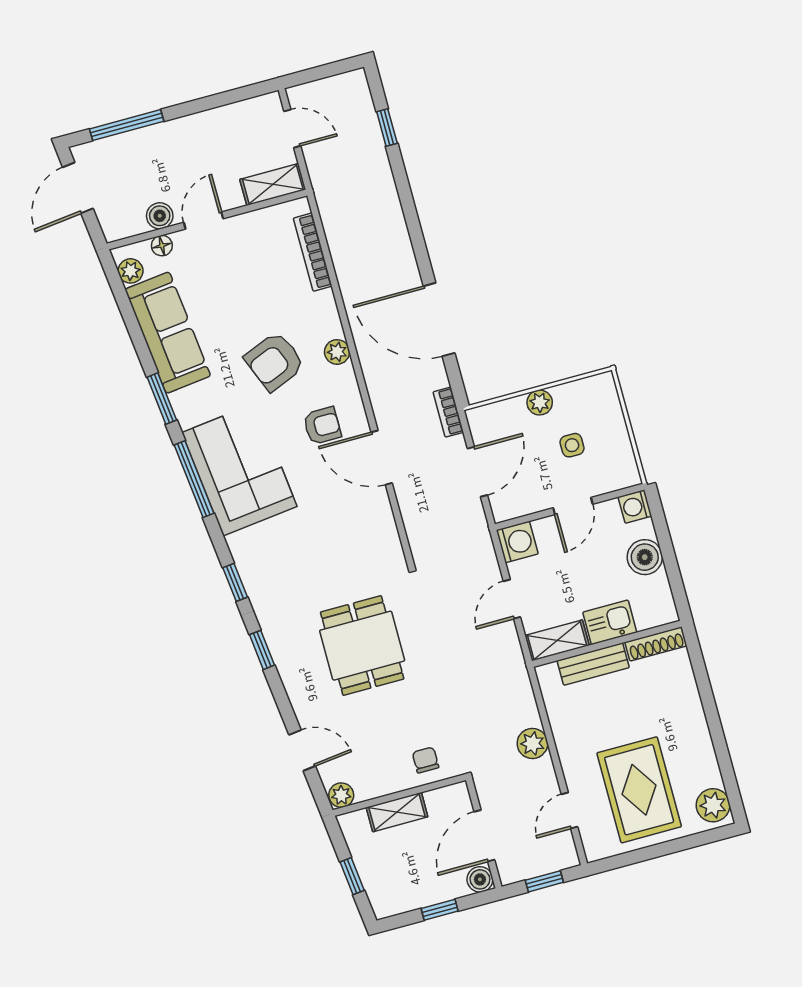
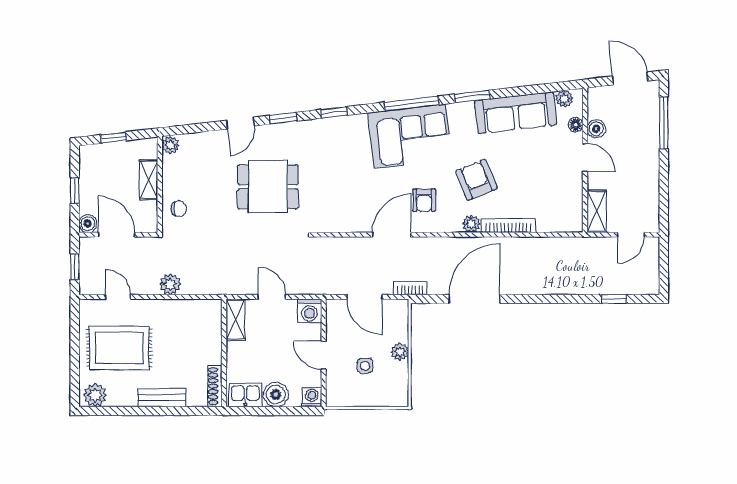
bookcase: (313, 252) -> (508, 226), moved
kitchen sink: (610, 622) -> (245, 395), moved, turned -90
bench: (593, 664) -> (162, 398), moved, turned 90
door: (302, 750) -> (240, 123), moved

